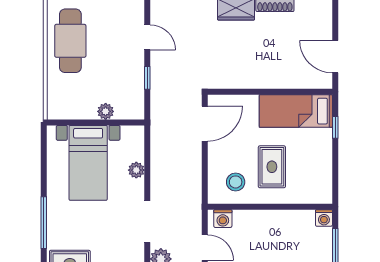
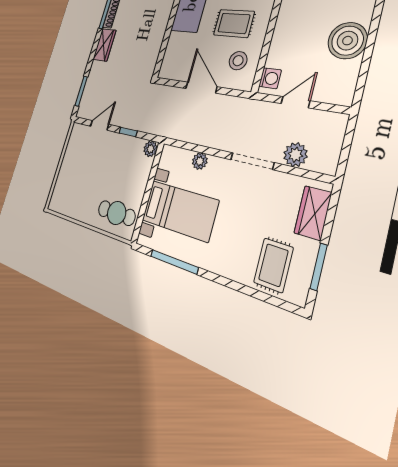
cafe table: (70, 41) -> (117, 213), moved, width x0.73, depth x0.74
plant: (106, 111) -> (150, 149), moved
door: (205, 124) -> (201, 88), moved
window: (44, 223) -> (174, 262), moved

